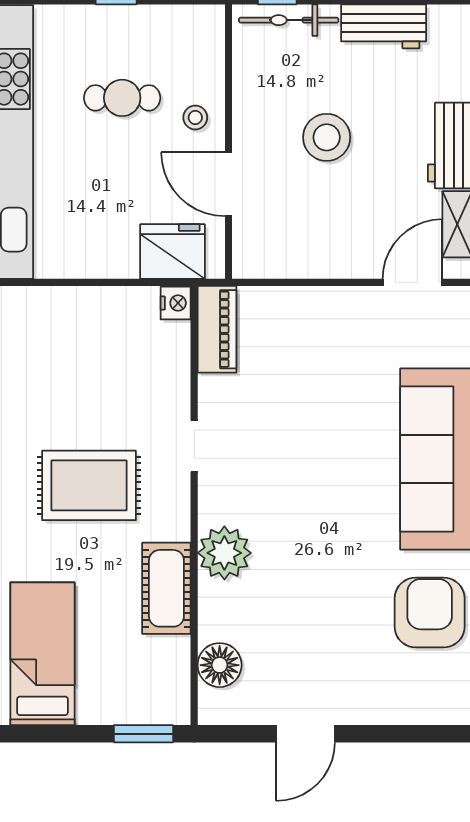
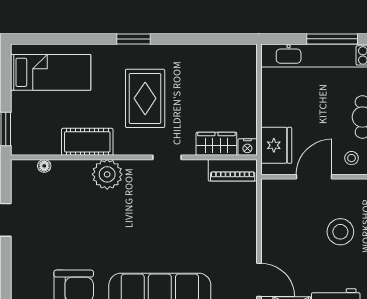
wardrobe: (170, 358) -> (216, 144), added
floor lamp: (220, 665) -> (44, 166), width x0.53, depth x0.53

